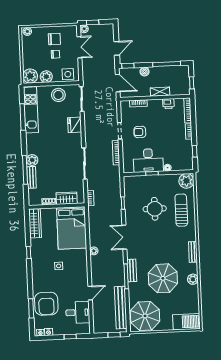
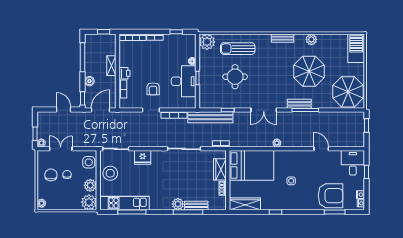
printer: (168, 104) -> (125, 73), moved
bench: (121, 308) -> (210, 117), moved
desk: (78, 312) -> (353, 163), moved

